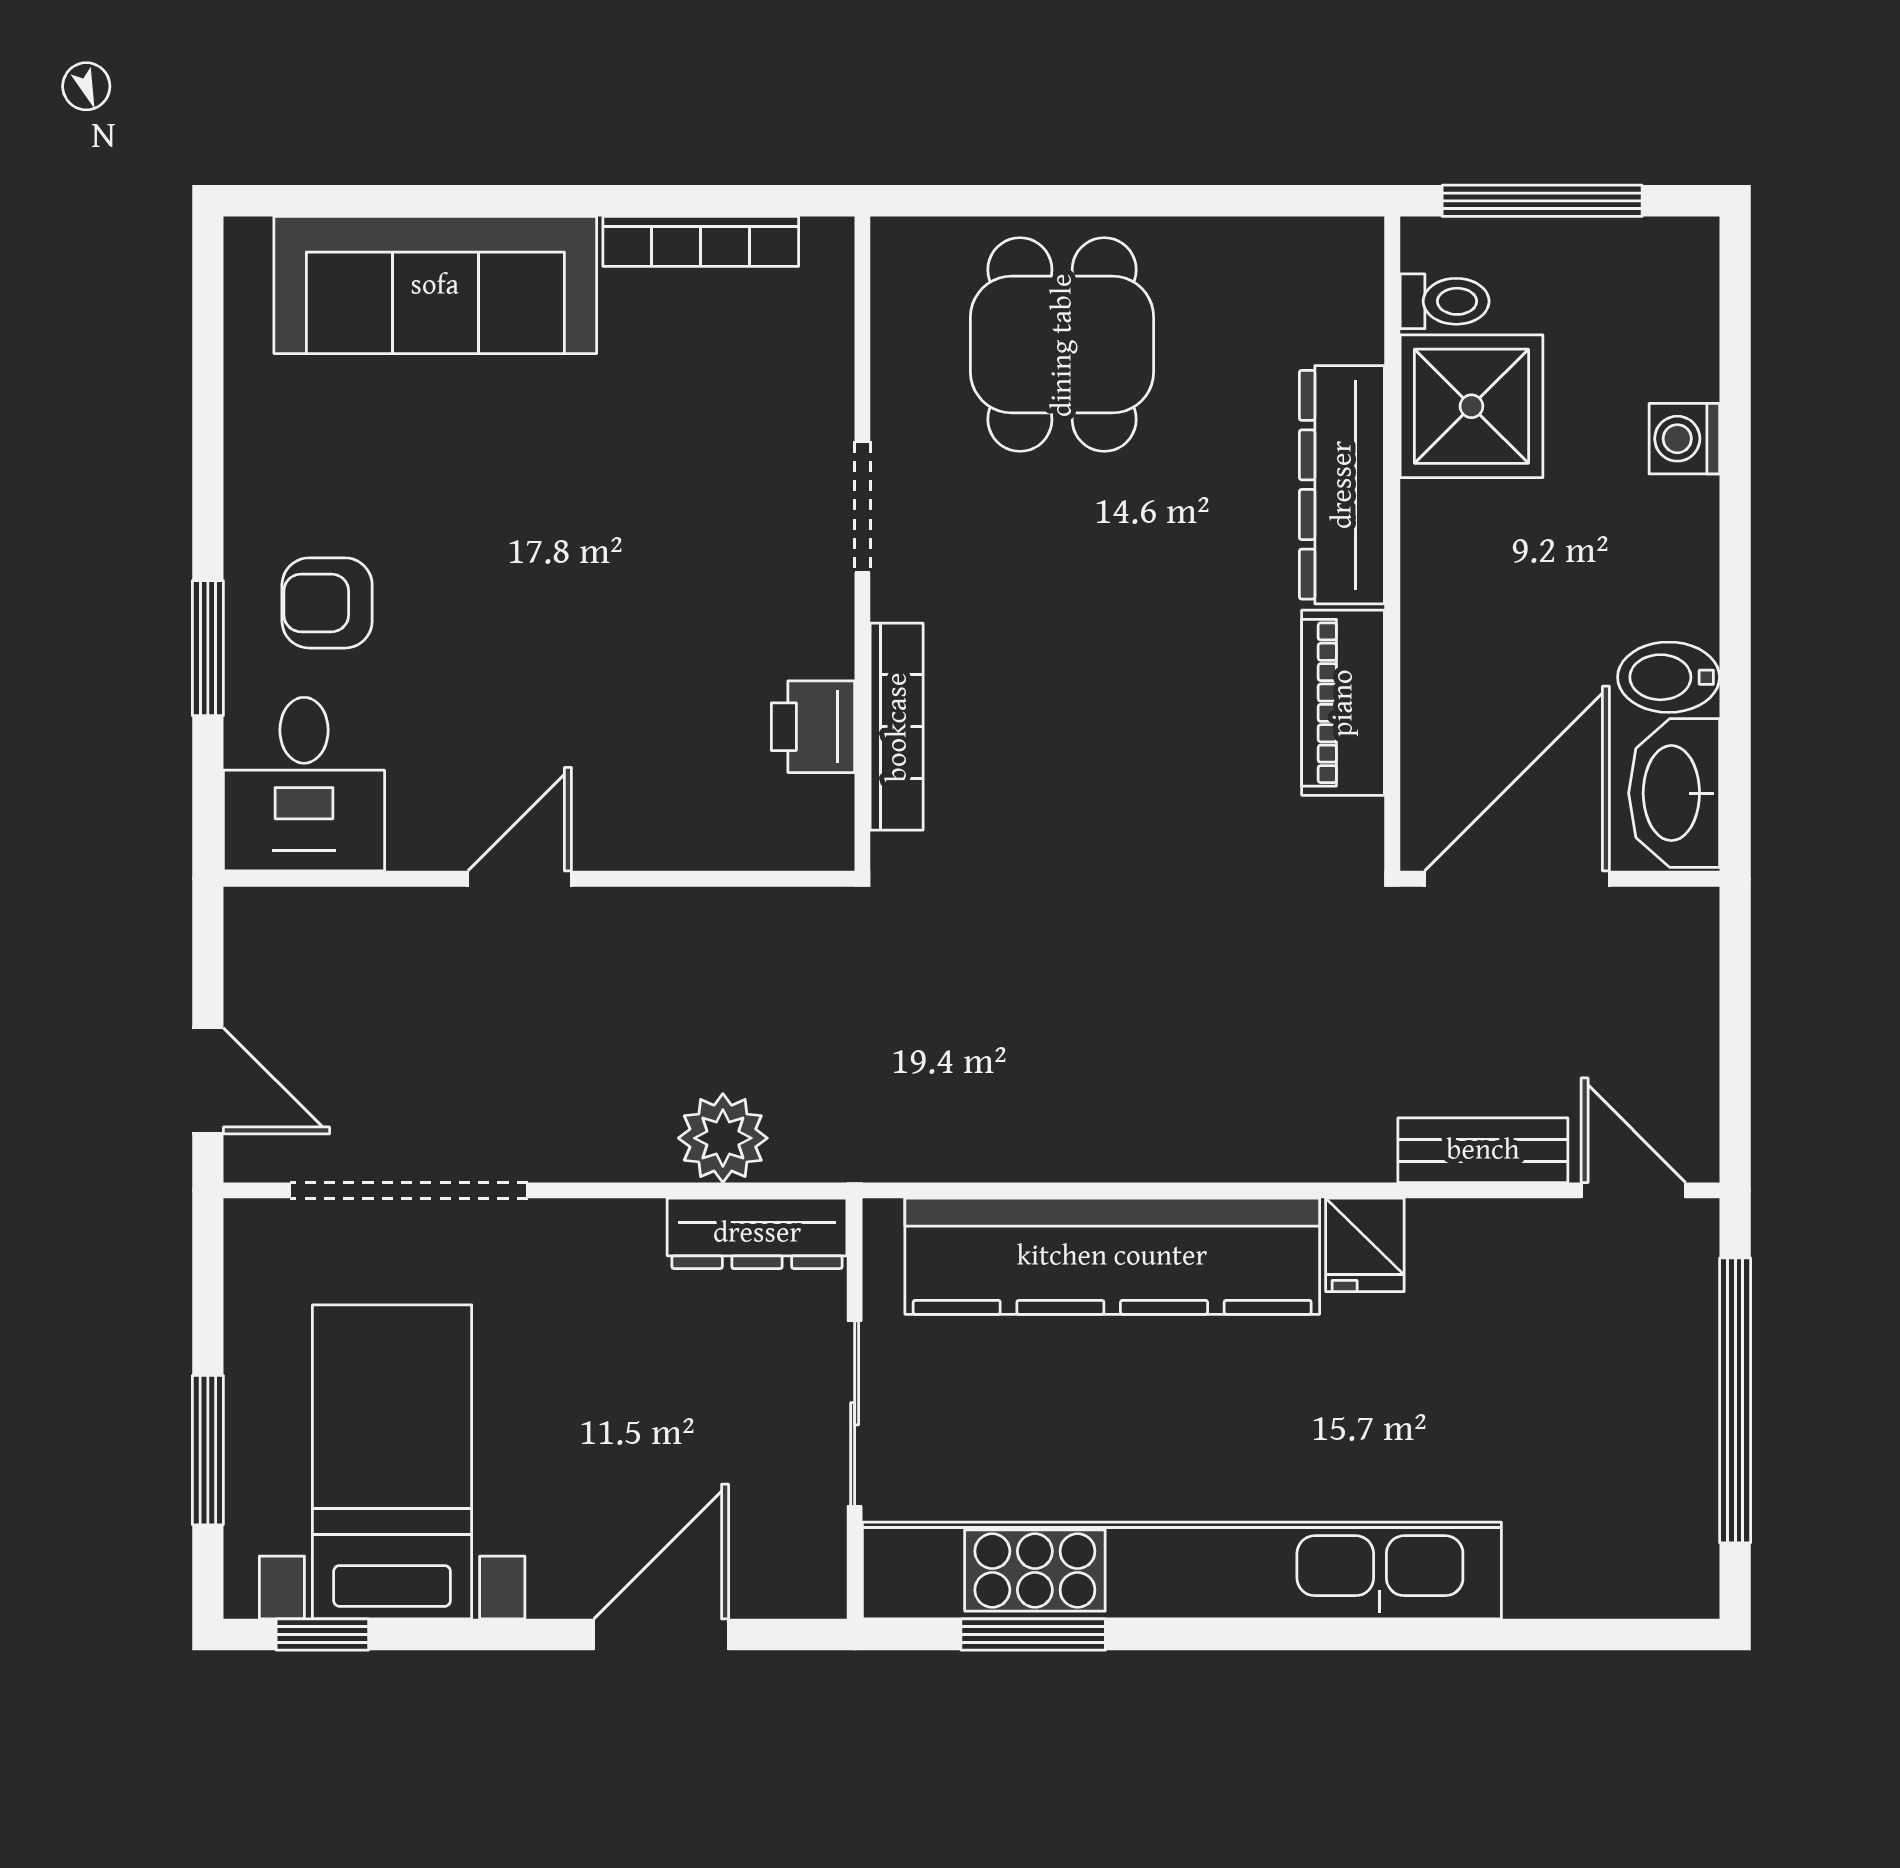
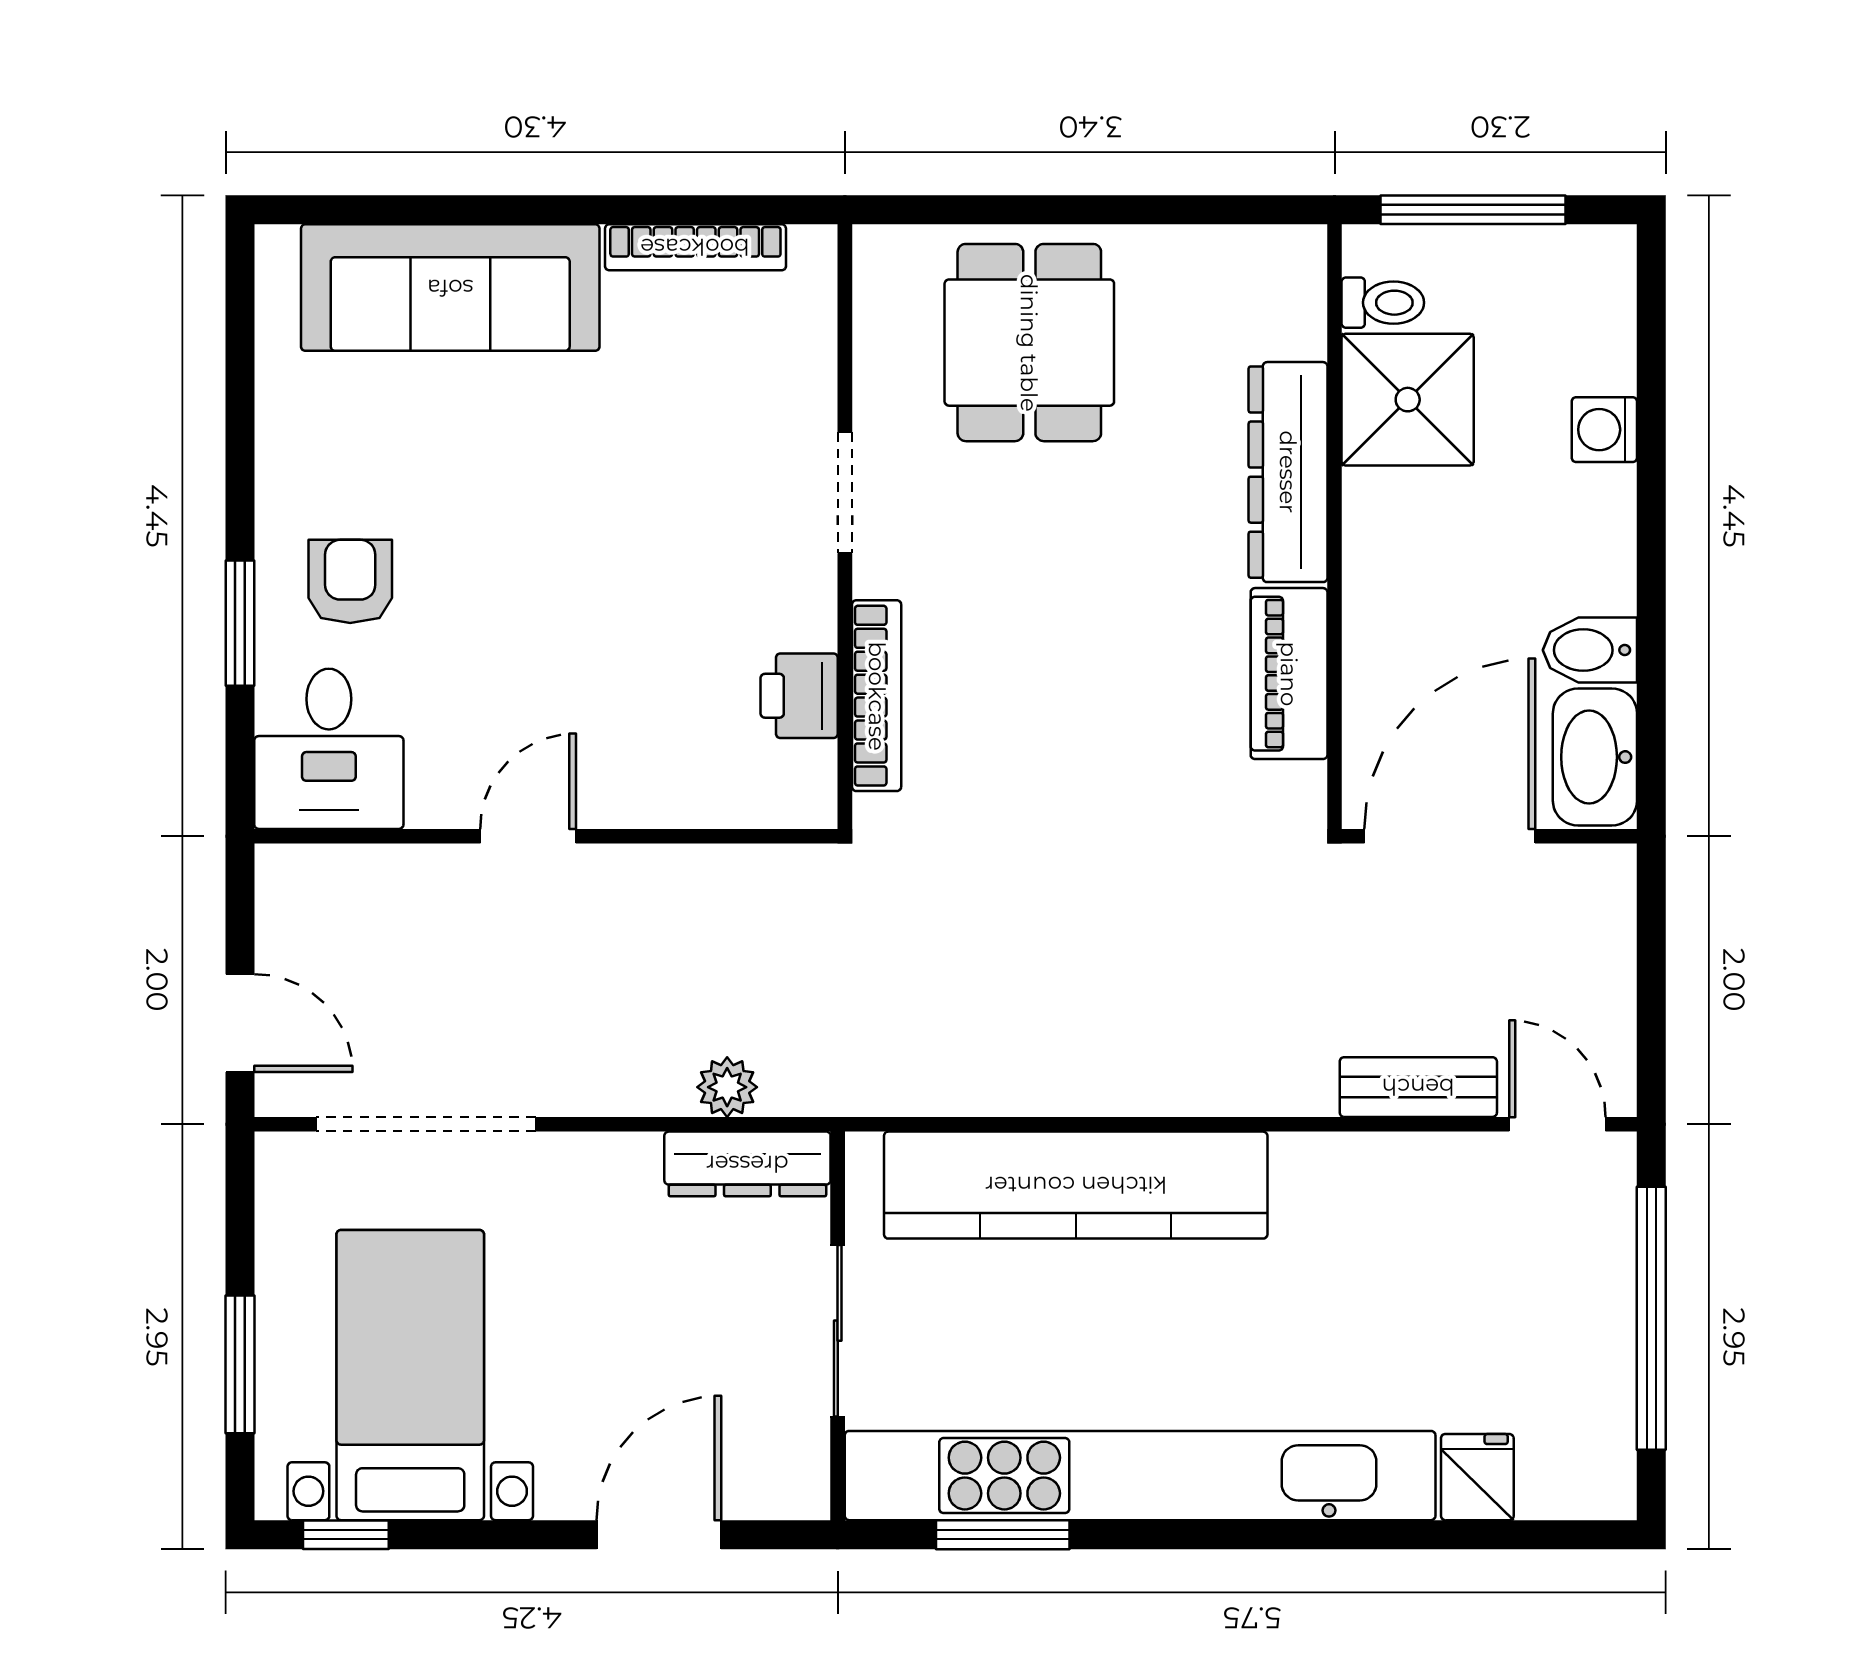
armchair: (327, 603) -> (350, 581), turned 90
plant: (723, 1138) -> (727, 1087), width x0.73, depth x0.73
fridge: (1365, 1245) -> (1477, 1477), moved, turned 180

